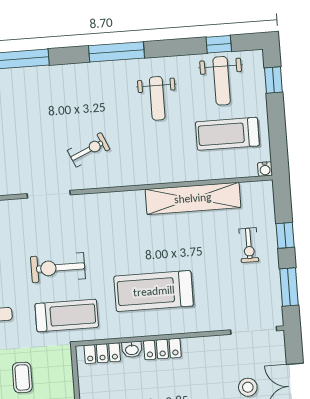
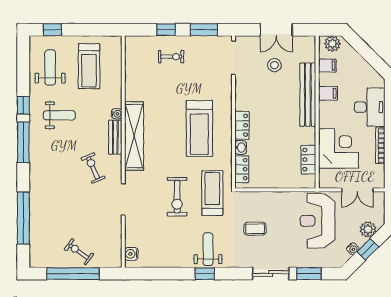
window: (219, 44) -> (23, 105), moved
weight bench: (222, 81) -> (50, 67), turned -90
water cooler: (265, 169) -> (117, 114), moved
bench: (133, 177) -> (115, 137), added
shelving: (193, 198) -> (134, 136), moved

